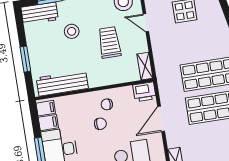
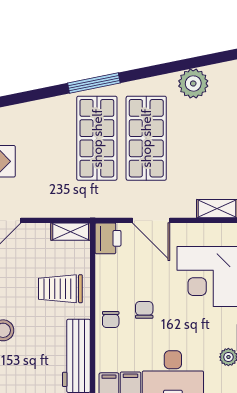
trolley: (109, 42) -> (60, 289), moved
chair: (107, 104) -> (111, 319), moved

